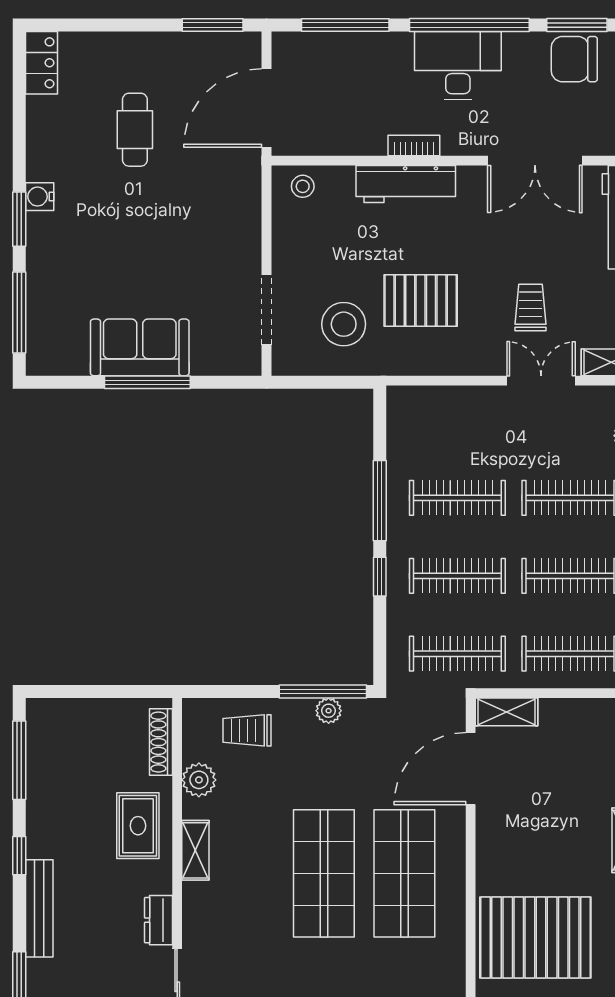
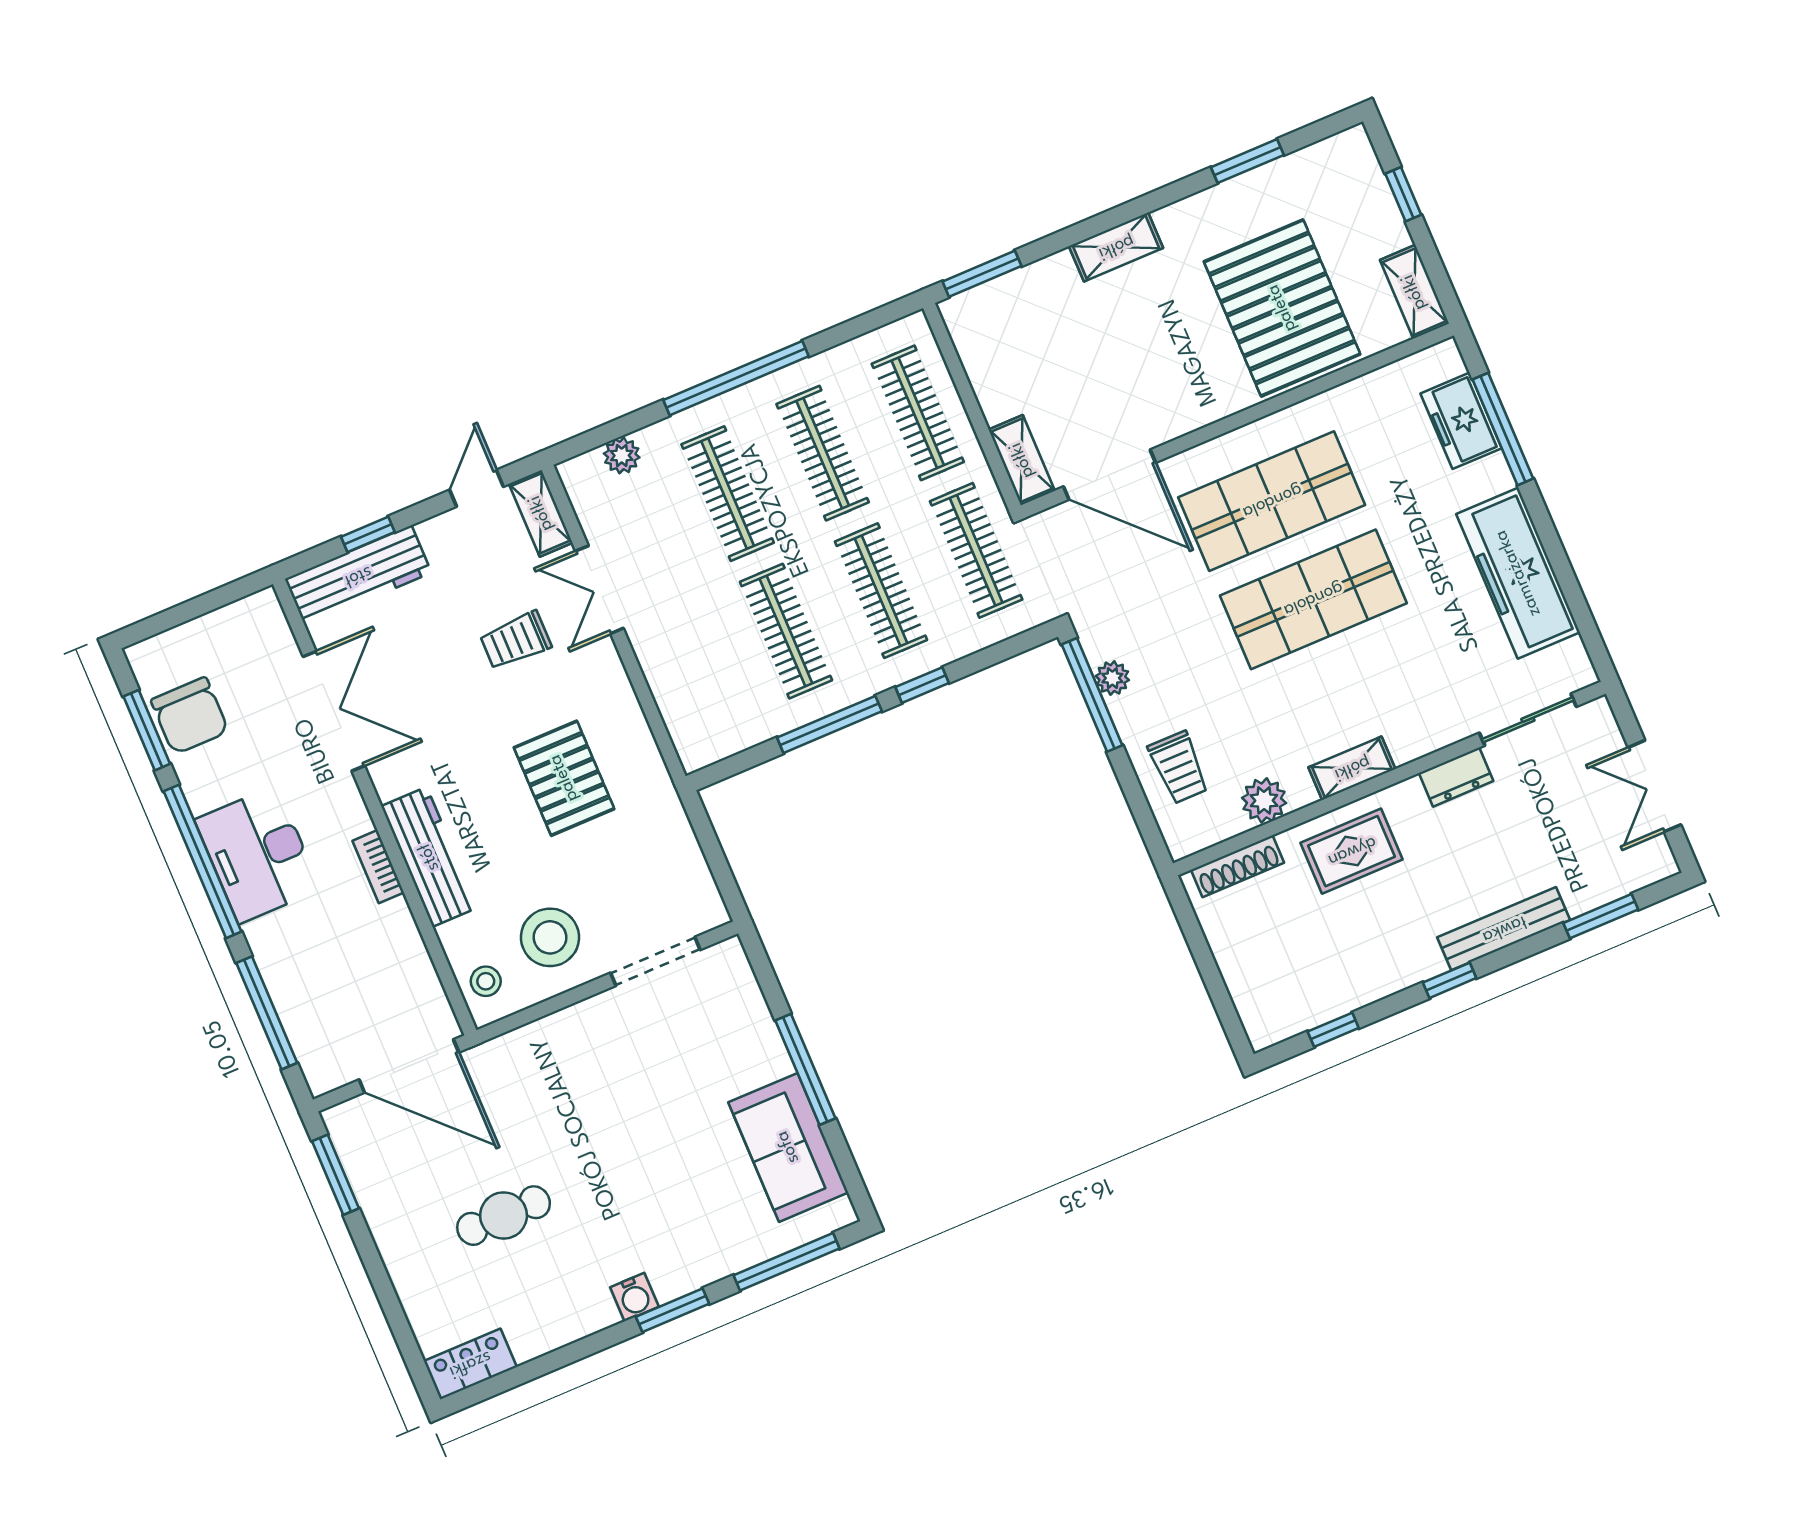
stool: (344, 324) -> (550, 937), moved
sofa: (140, 347) -> (788, 1147), moved
window: (19, 760) -> (1333, 1030), width x0.46

